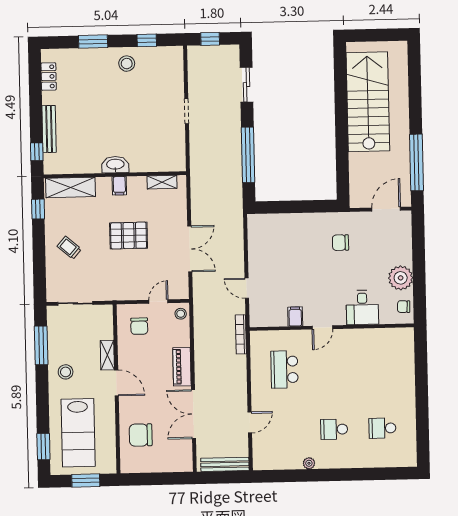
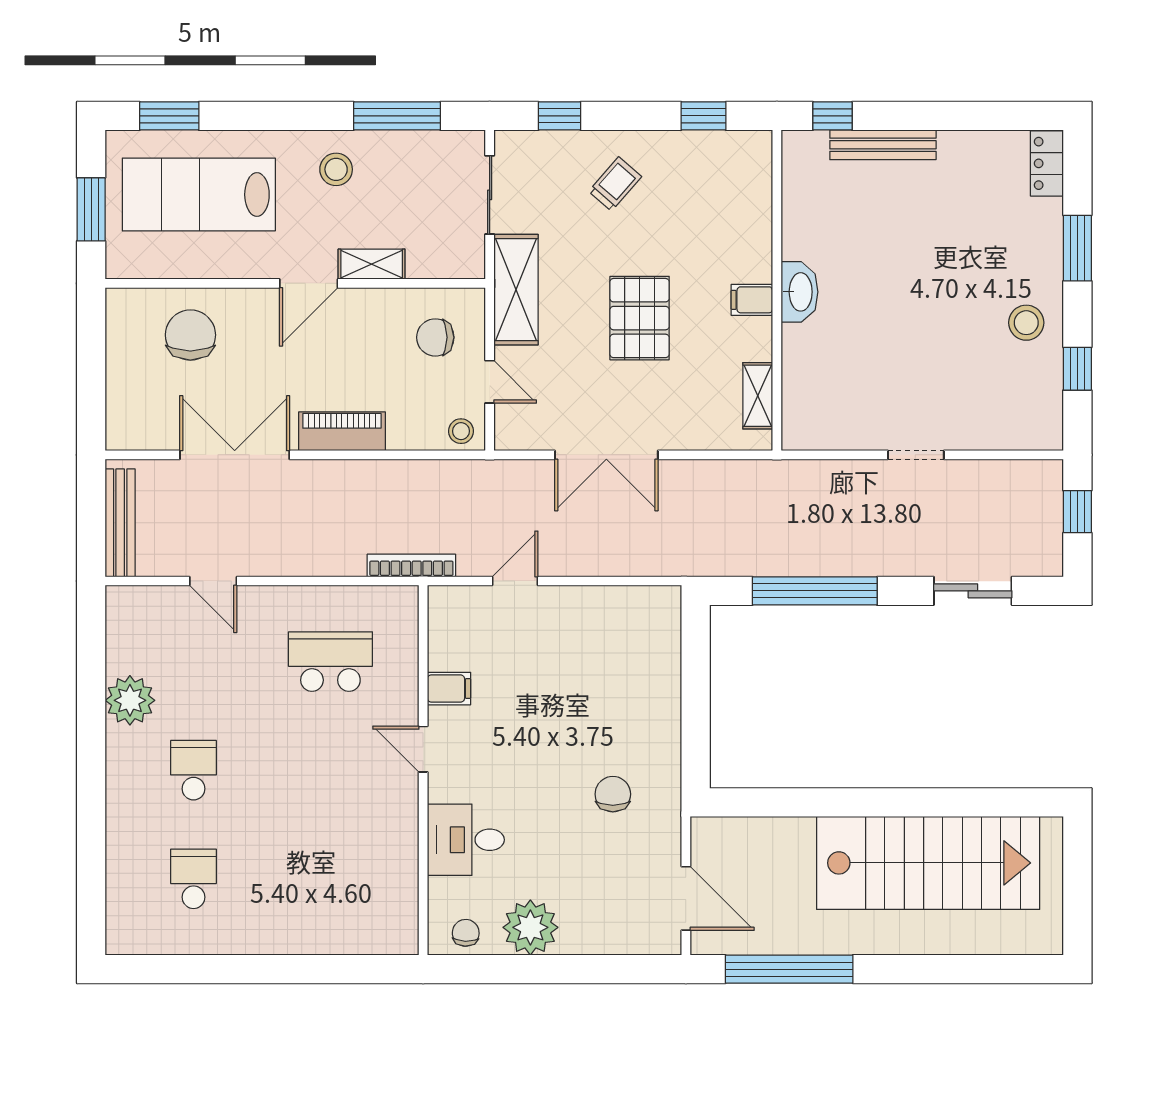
locker: (49, 76) -> (1047, 163), moved, turned 90
shelving: (70, 187) -> (516, 290), moved
window: (39, 273) -> (560, 116), added
plant: (309, 463) -> (130, 700), width x1.88, depth x1.88

